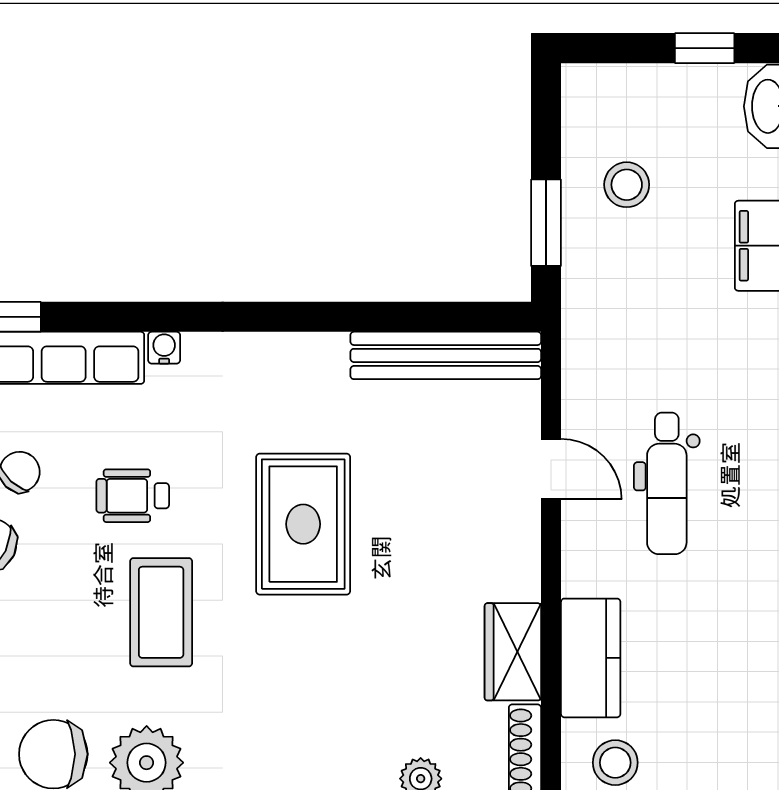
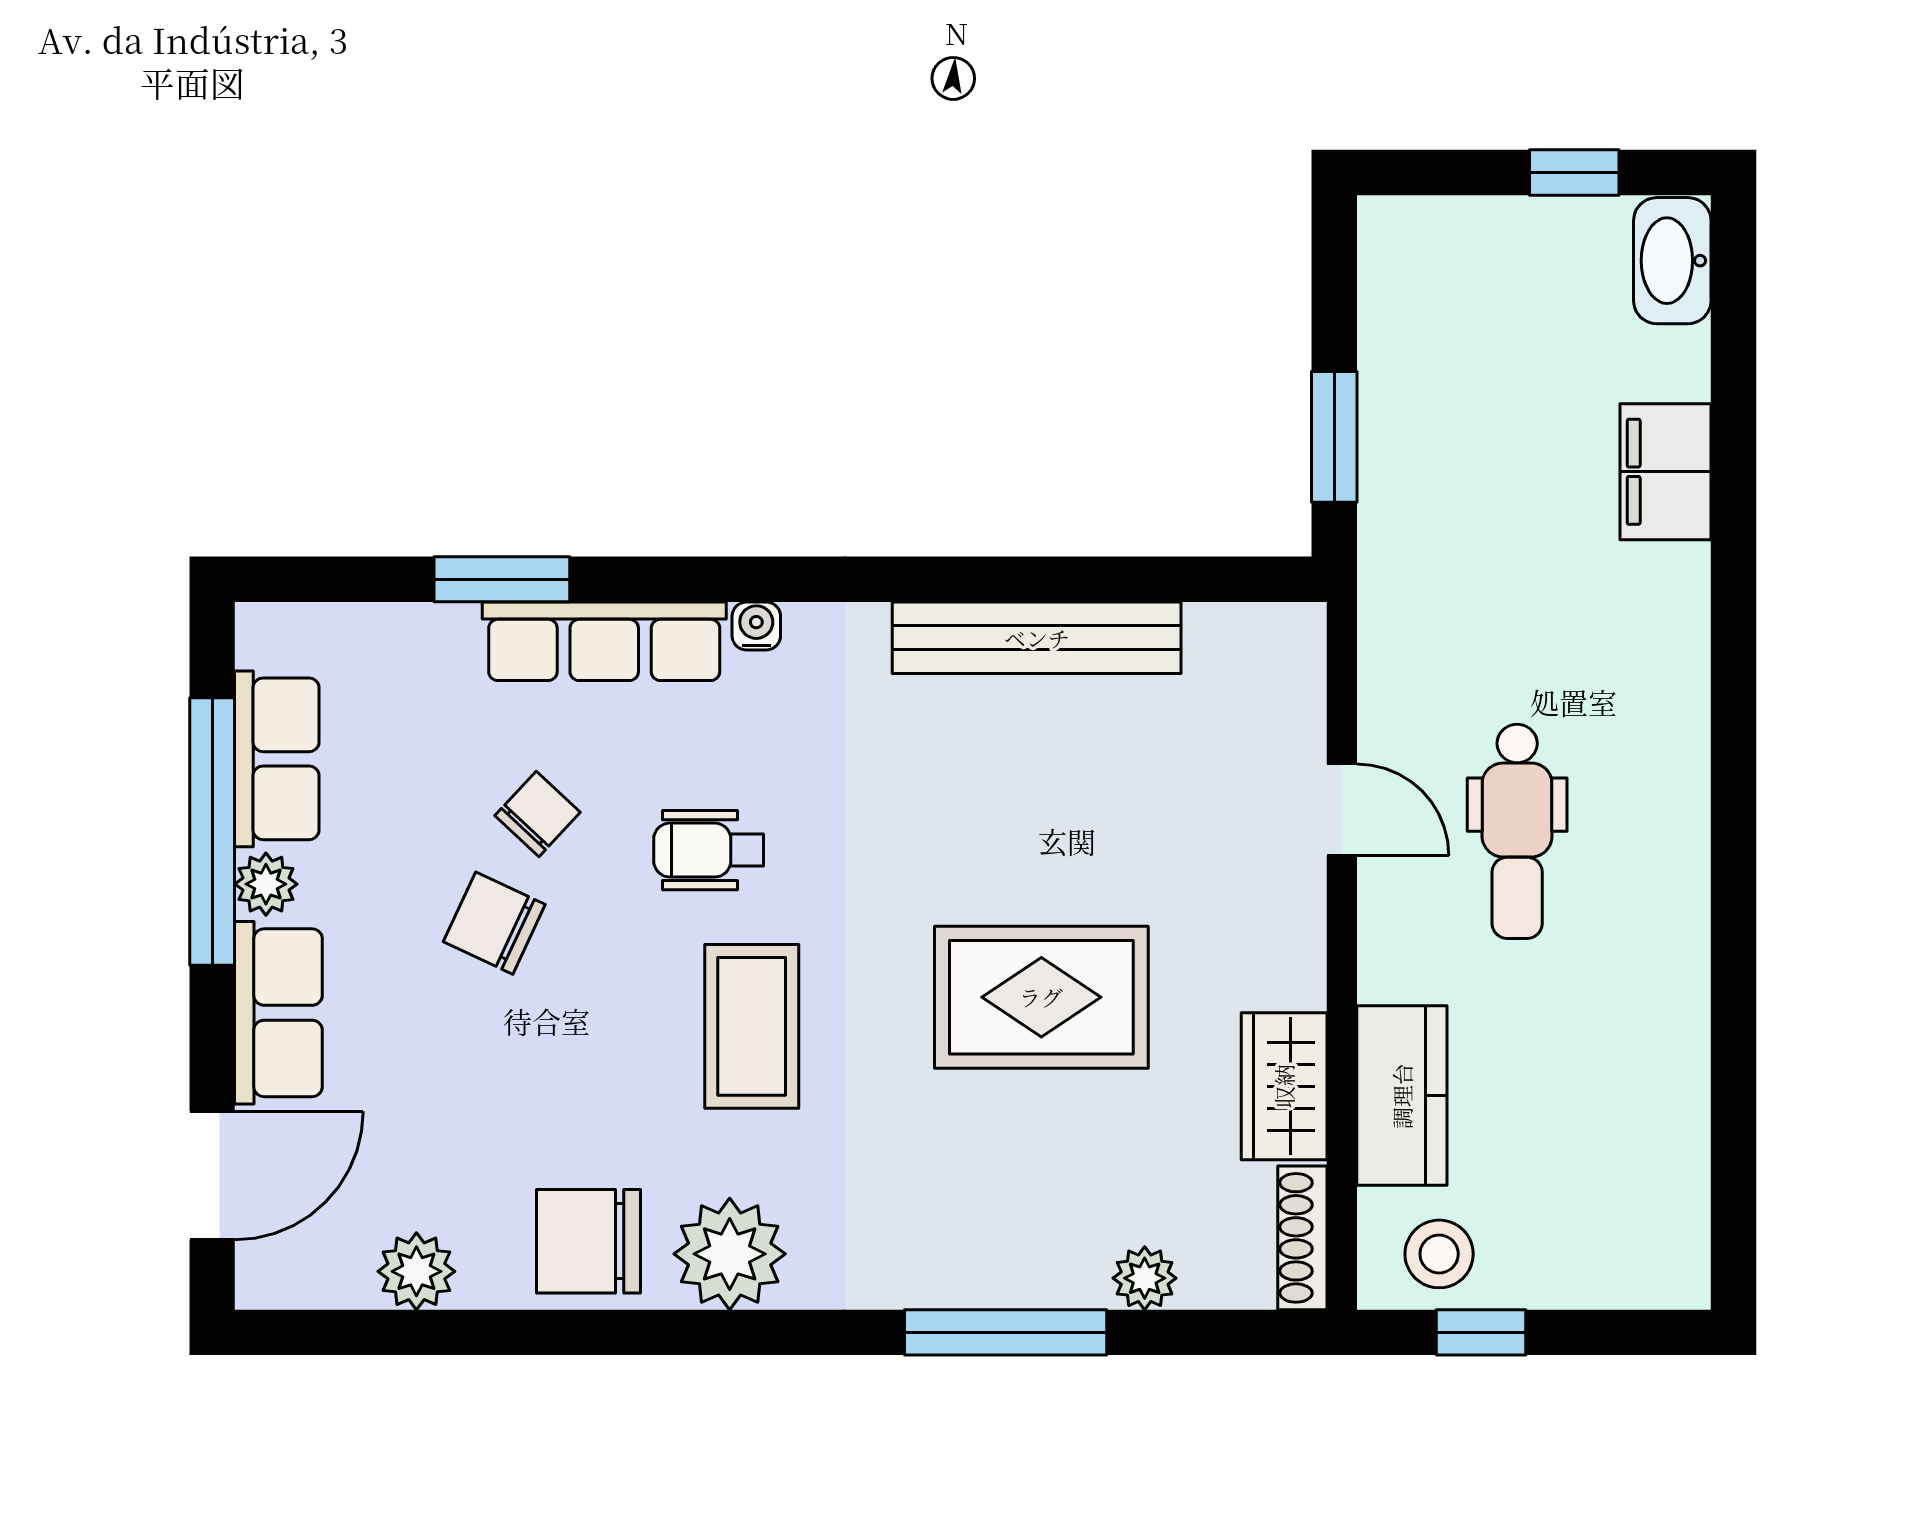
stool: (627, 185) -> (1456, 379), removed
bench: (446, 355) -> (1037, 638), moved
rug: (303, 524) -> (1041, 997), moved, turned 90

